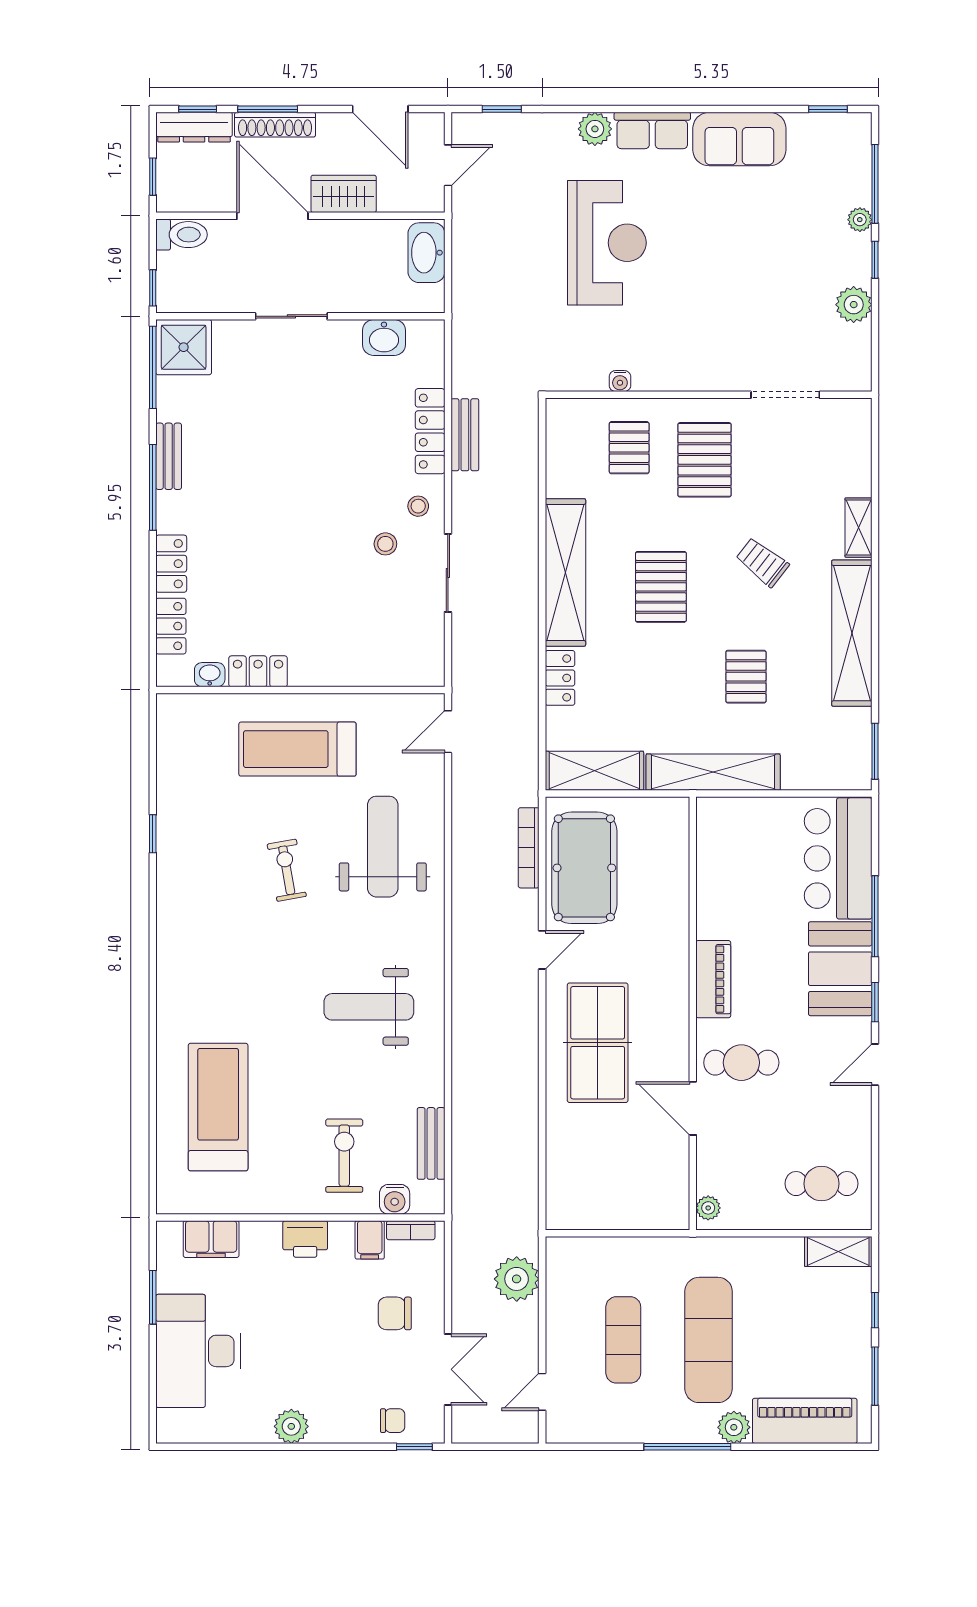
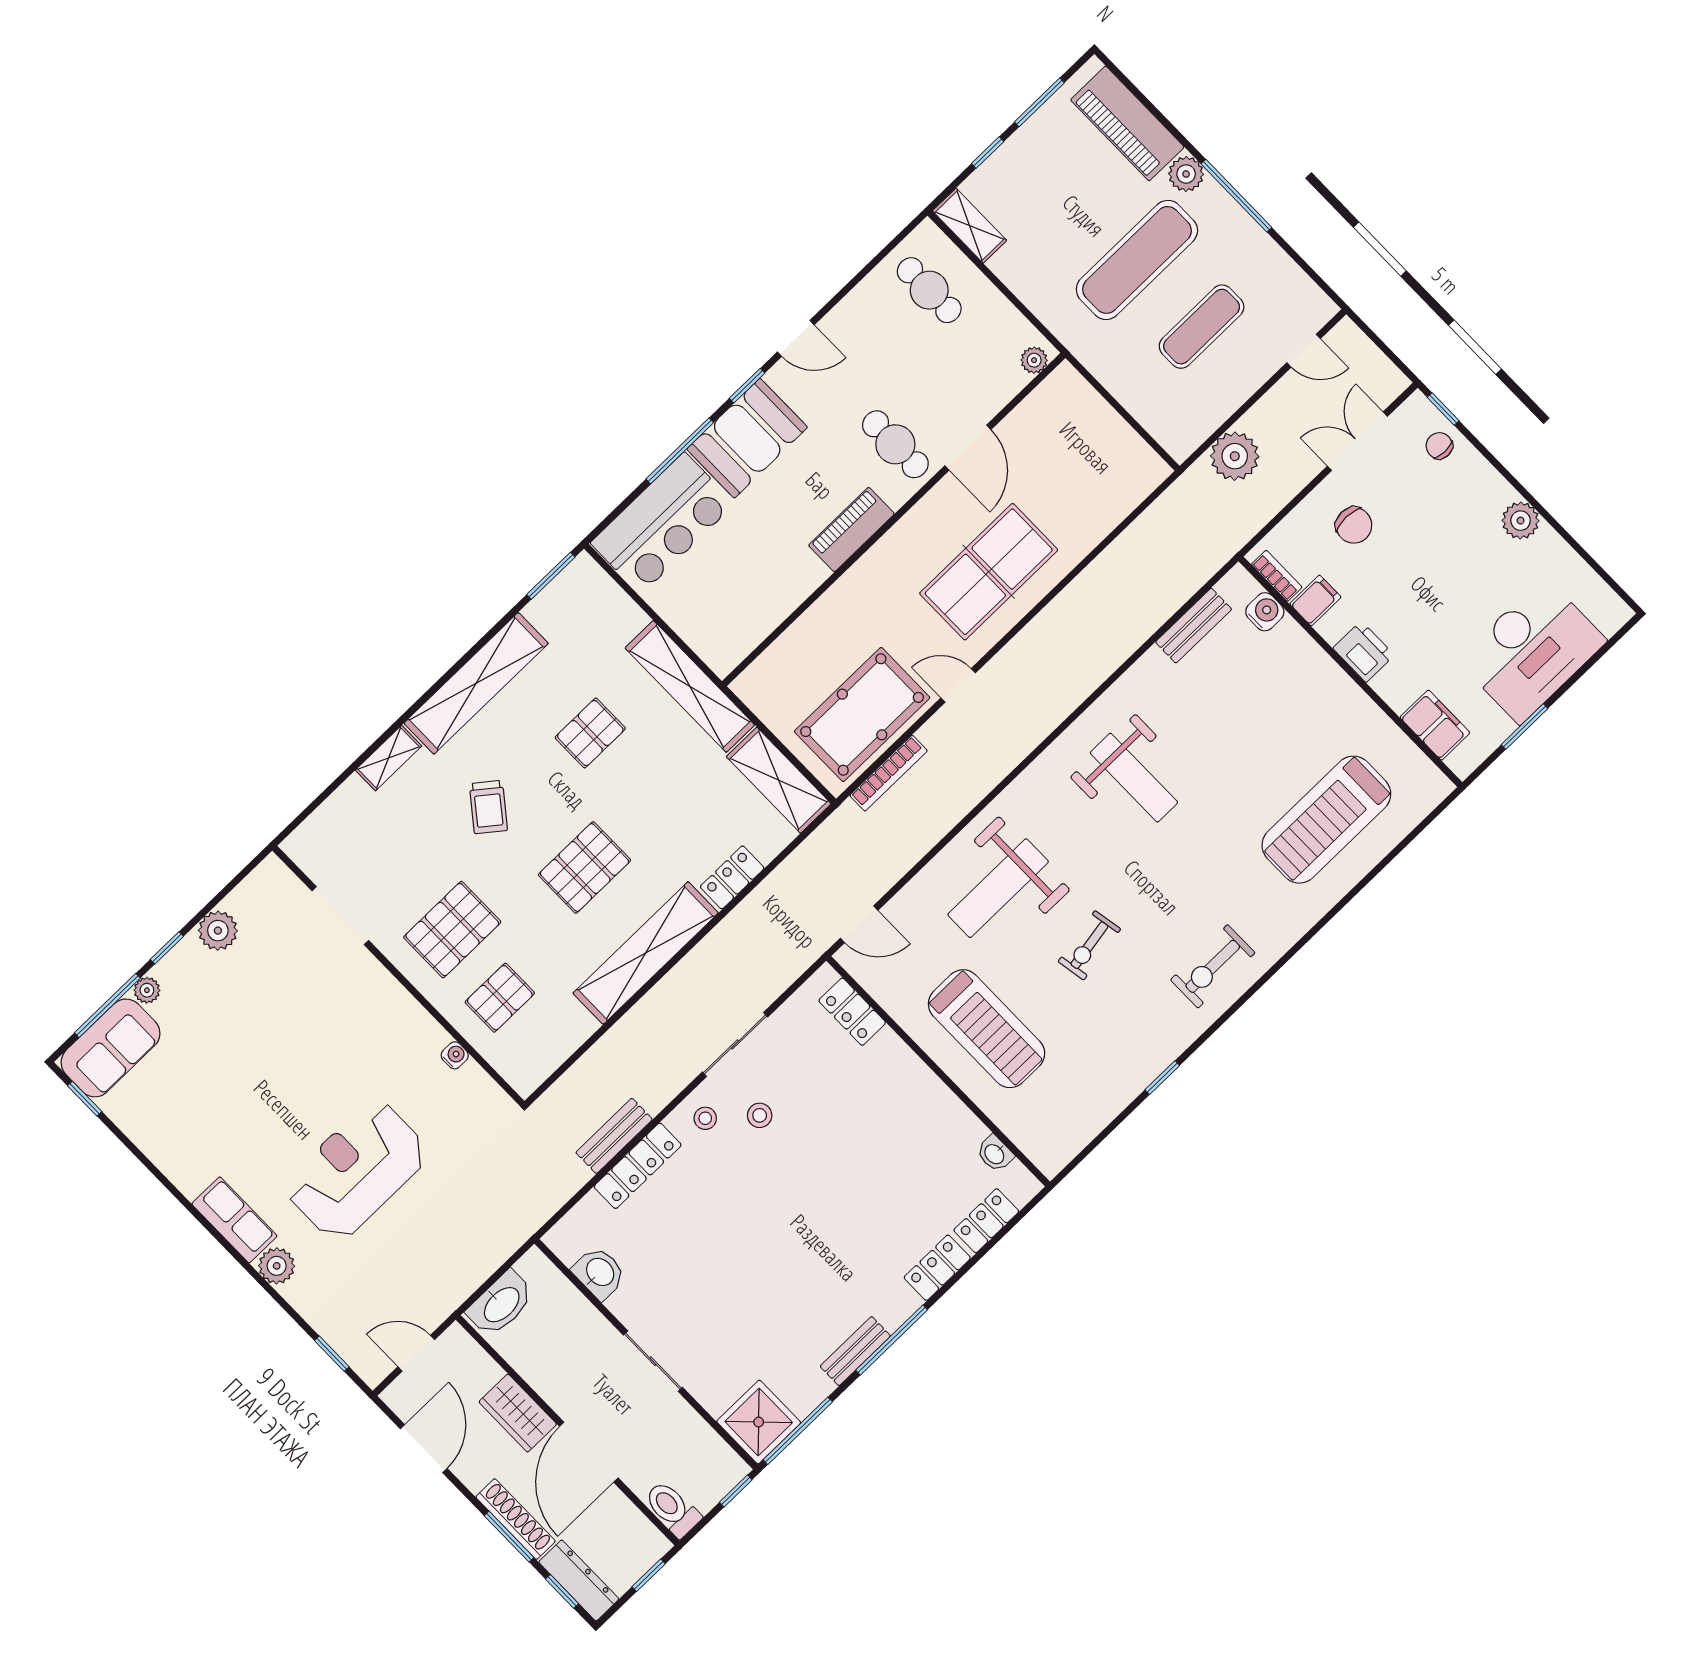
sofa: (739, 139) -> (110, 1048), moved, turned 90
locker: (258, 671) -> (852, 1012), moved
exercise bike: (344, 1156) -> (1213, 966), moved

